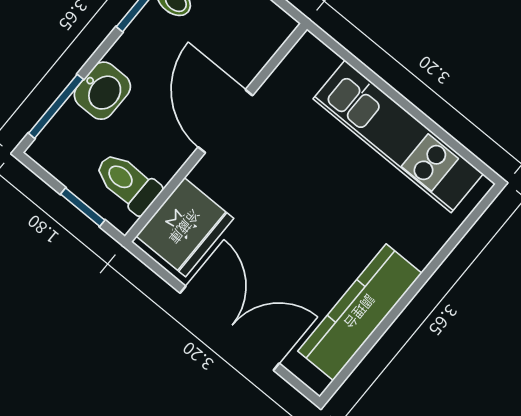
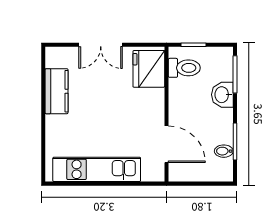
door: (225, 121) -> (166, 144), moved
kitchen counter: (360, 312) -> (57, 91), width x0.67
double door: (230, 328) -> (101, 45), width x0.73

